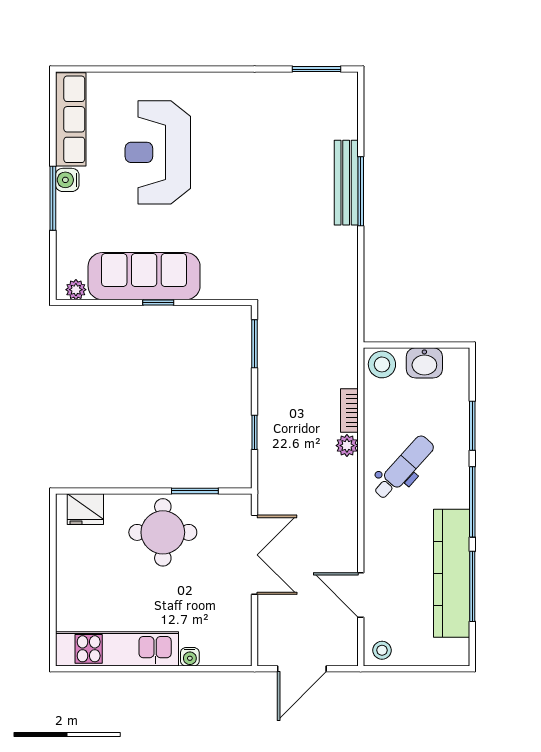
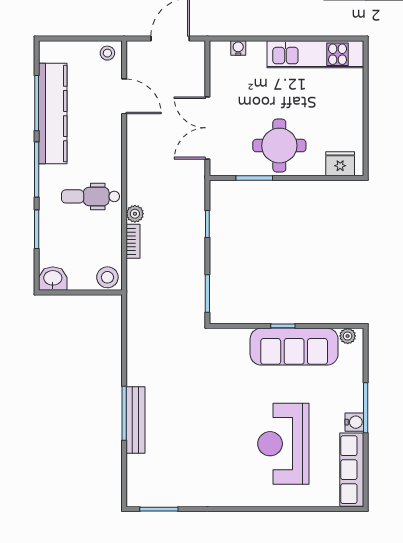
reception desk: (158, 152) -> (283, 444), turned 180
washbasin: (424, 363) -> (53, 279), moved
dental chair: (403, 468) -> (91, 196), turned 48
water cooler: (190, 657) -> (238, 48), moved

